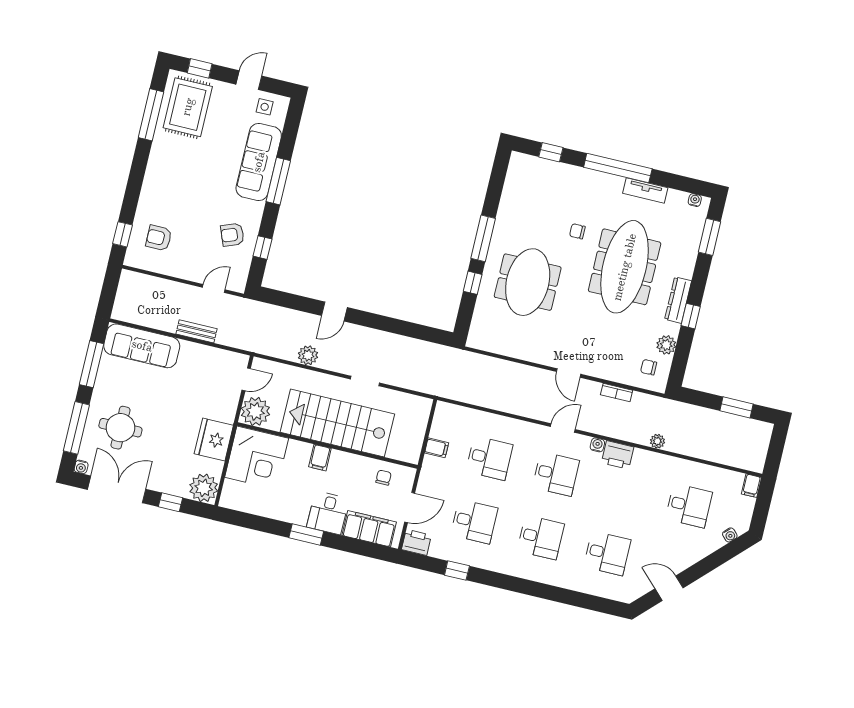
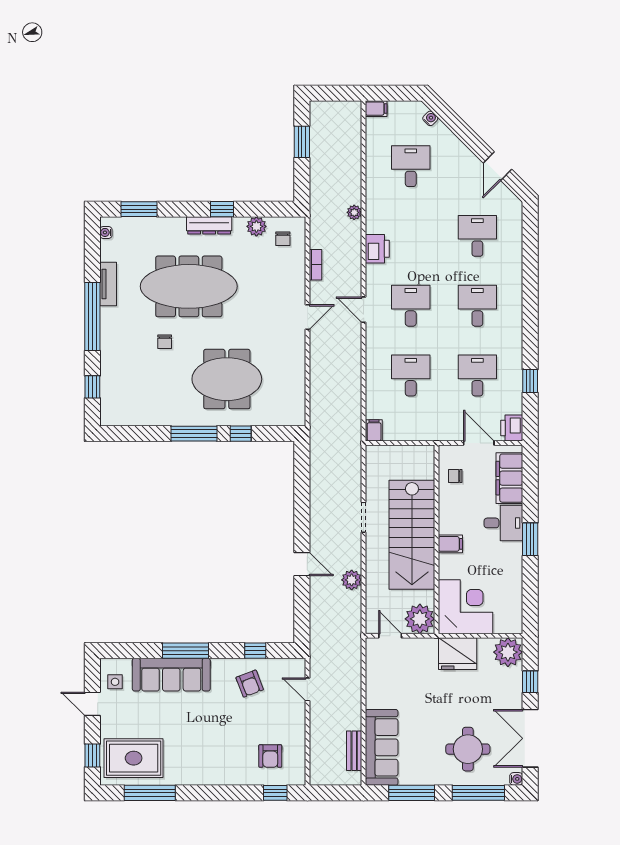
bench: (197, 331) -> (354, 751), moved
water cooler: (597, 445) -> (372, 271), removed
filing cabinet: (437, 448) -> (374, 430), moved

